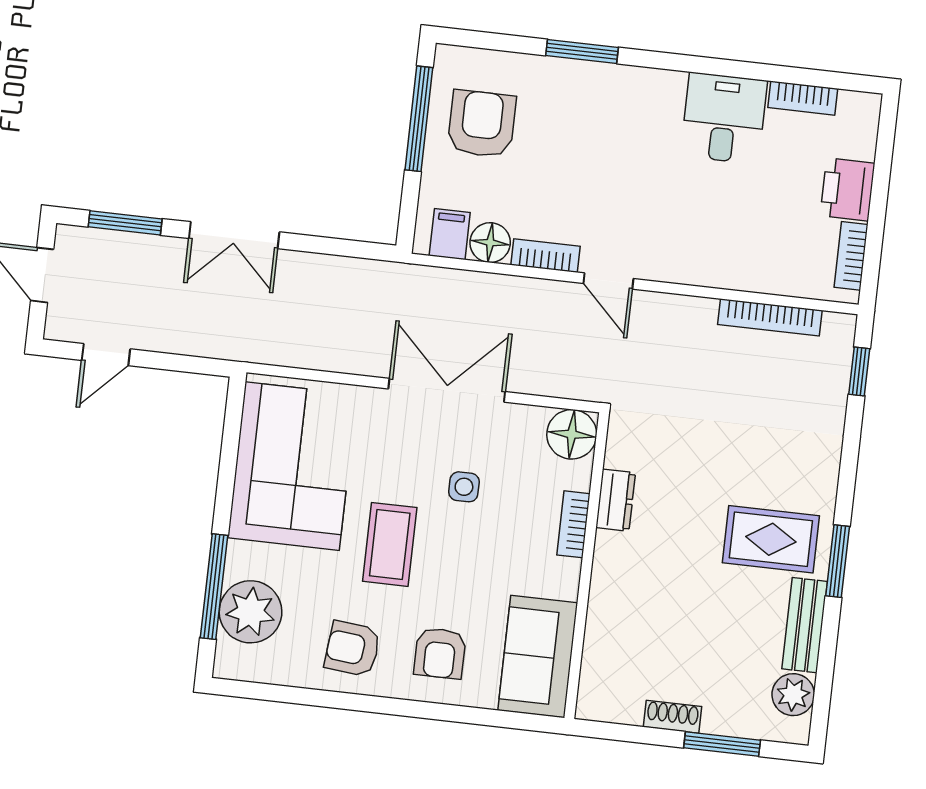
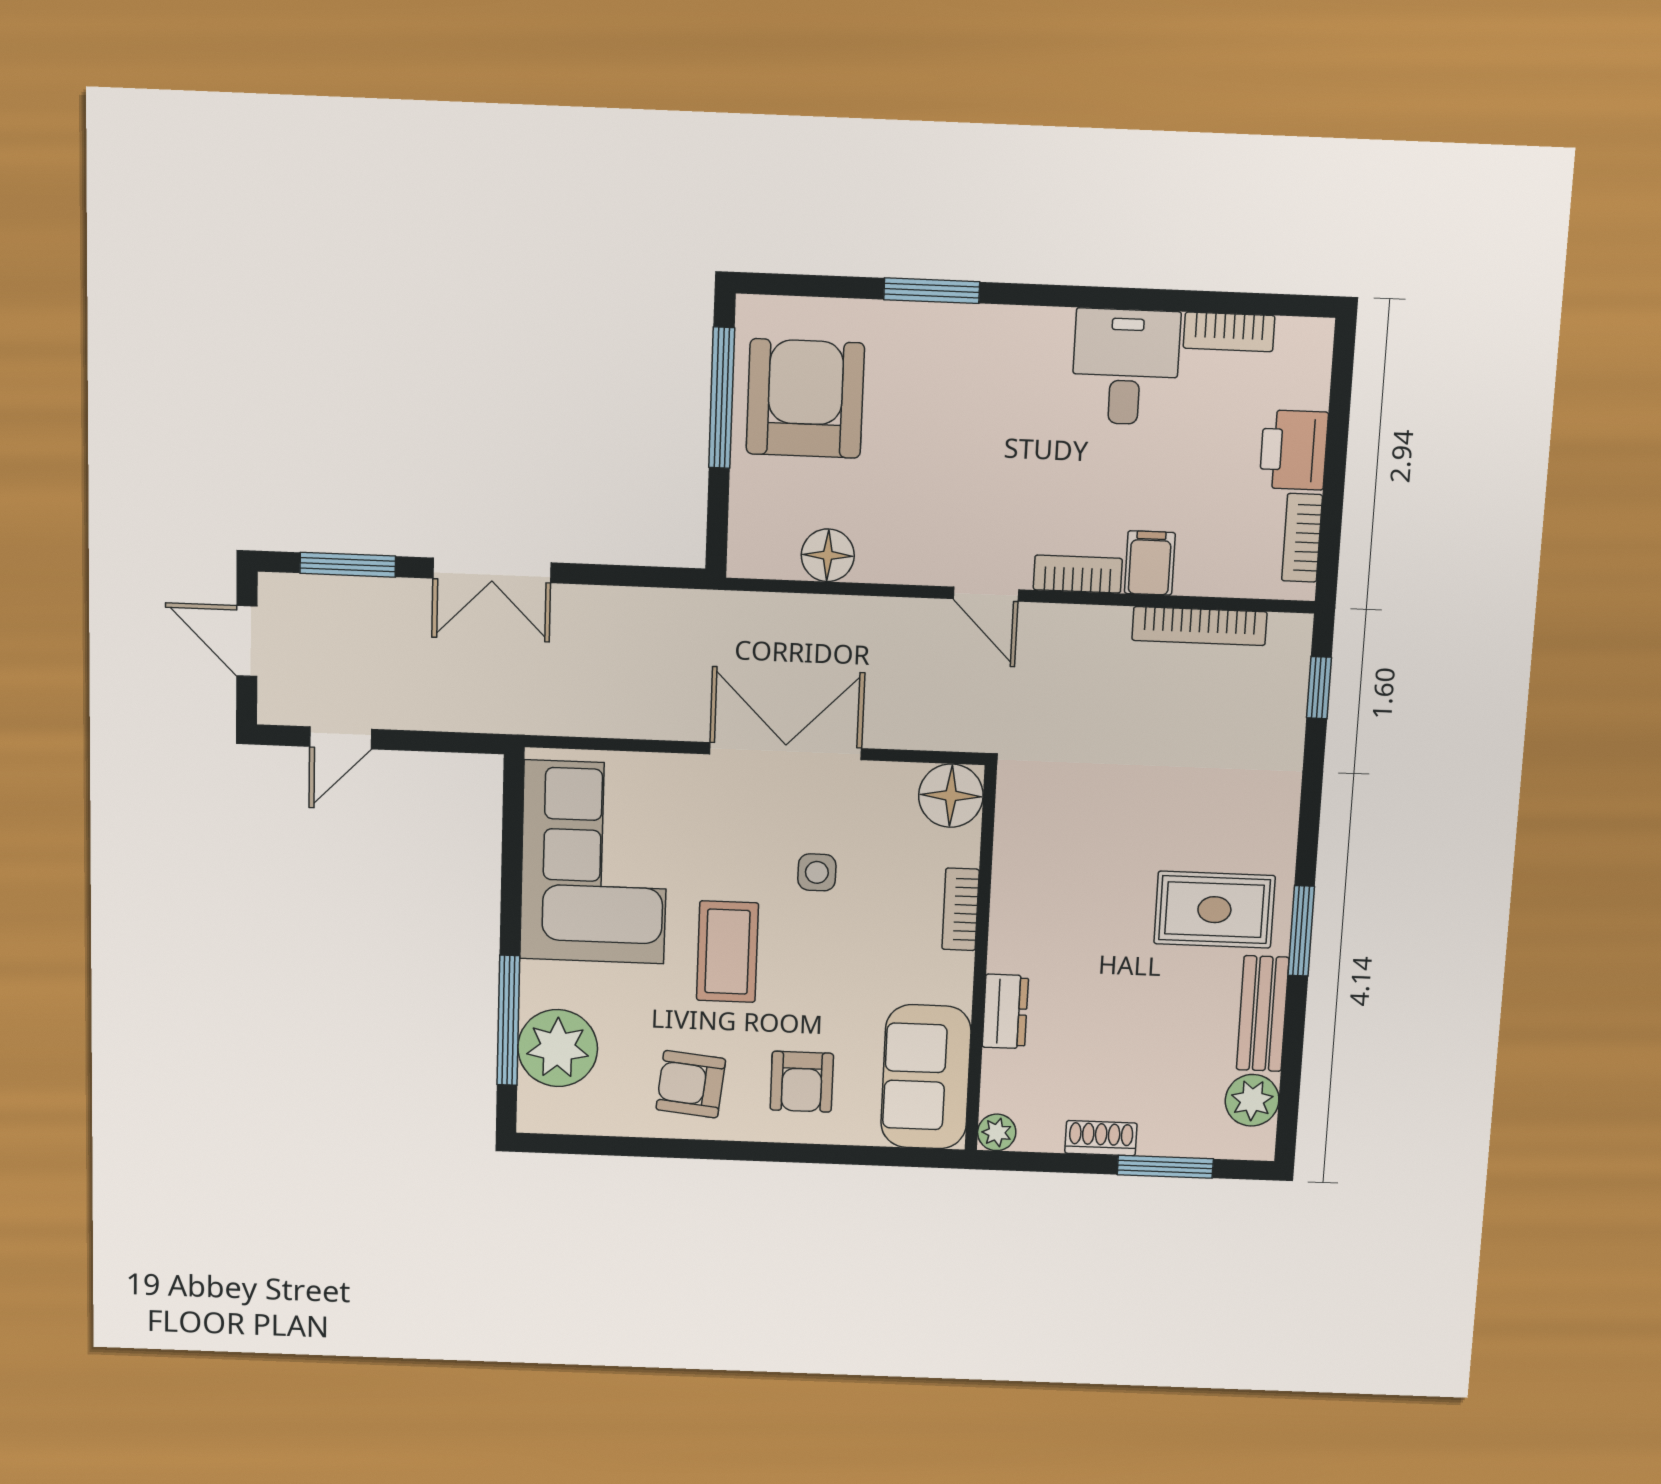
armchair: (482, 124) -> (805, 398), width x1.36, depth x1.36
filing cabinet: (450, 234) -> (1150, 563), moved
bookcase: (545, 256) -> (1078, 574), moved
dresser: (616, 500) -> (1005, 1011), moved
plant: (591, 706) -> (997, 1132), added

